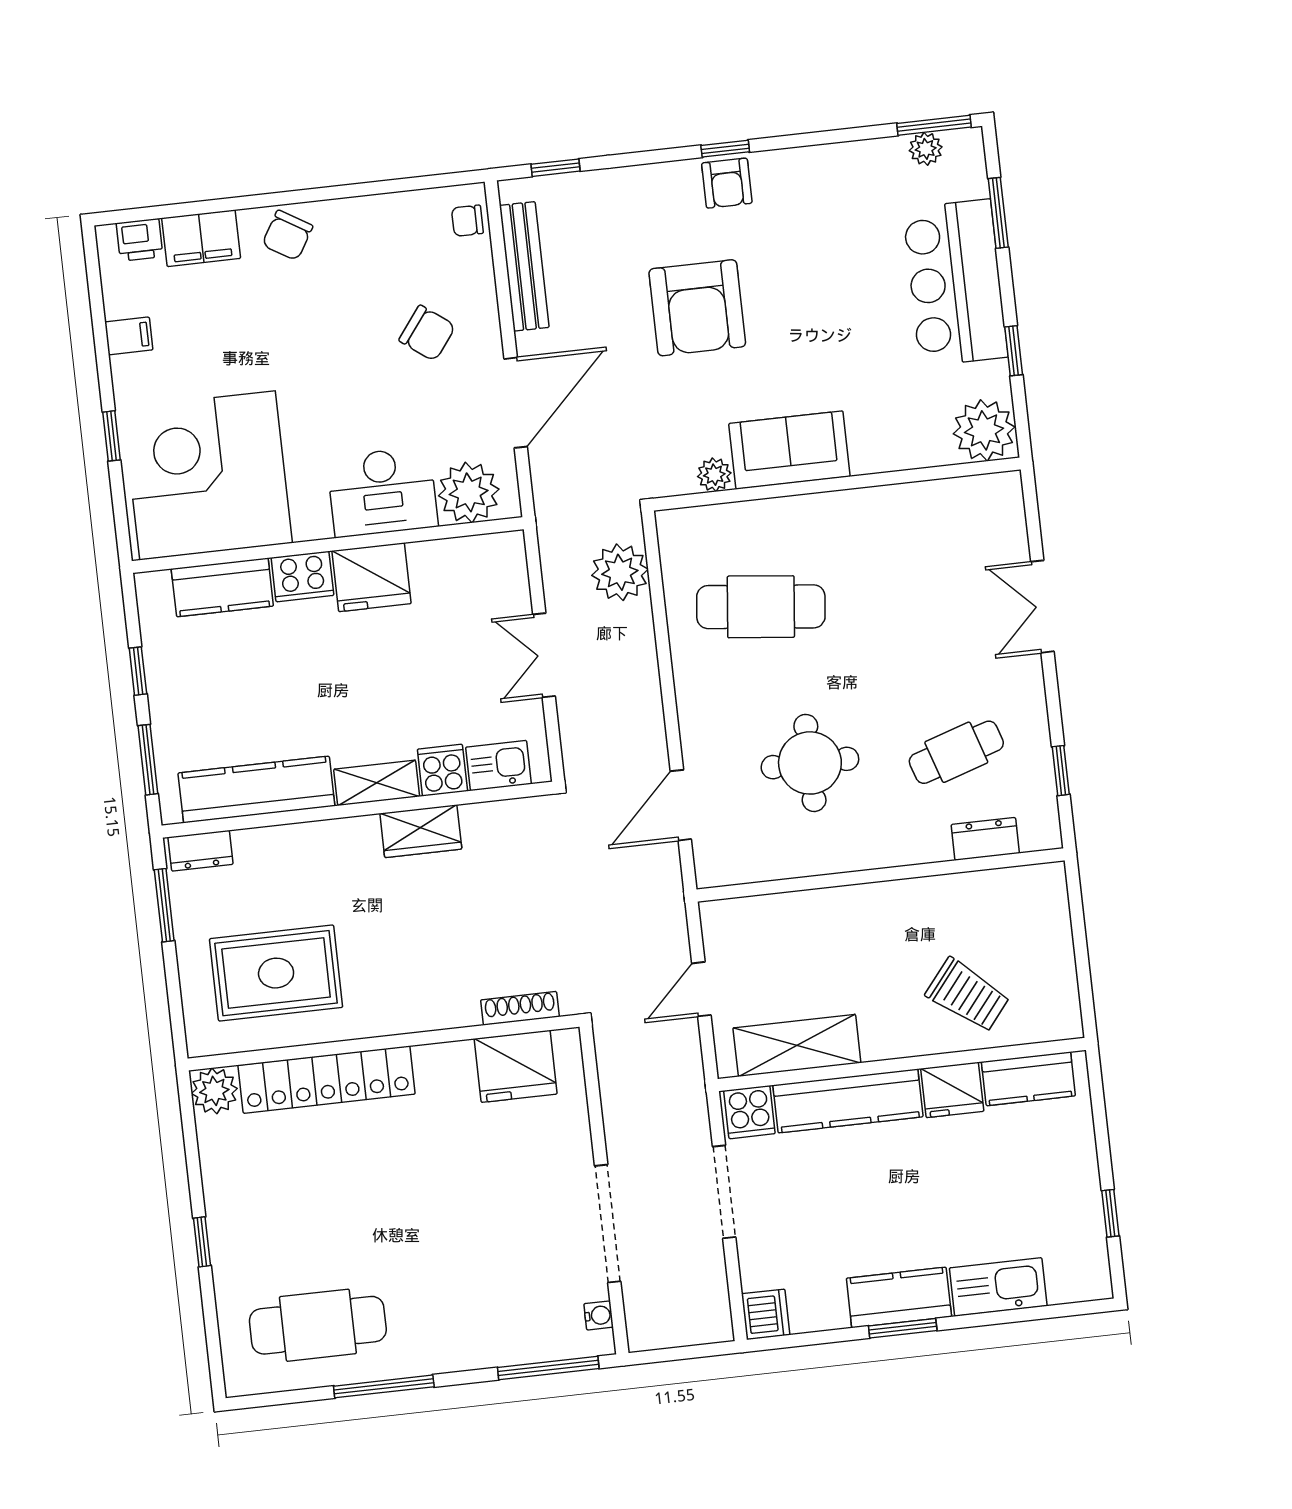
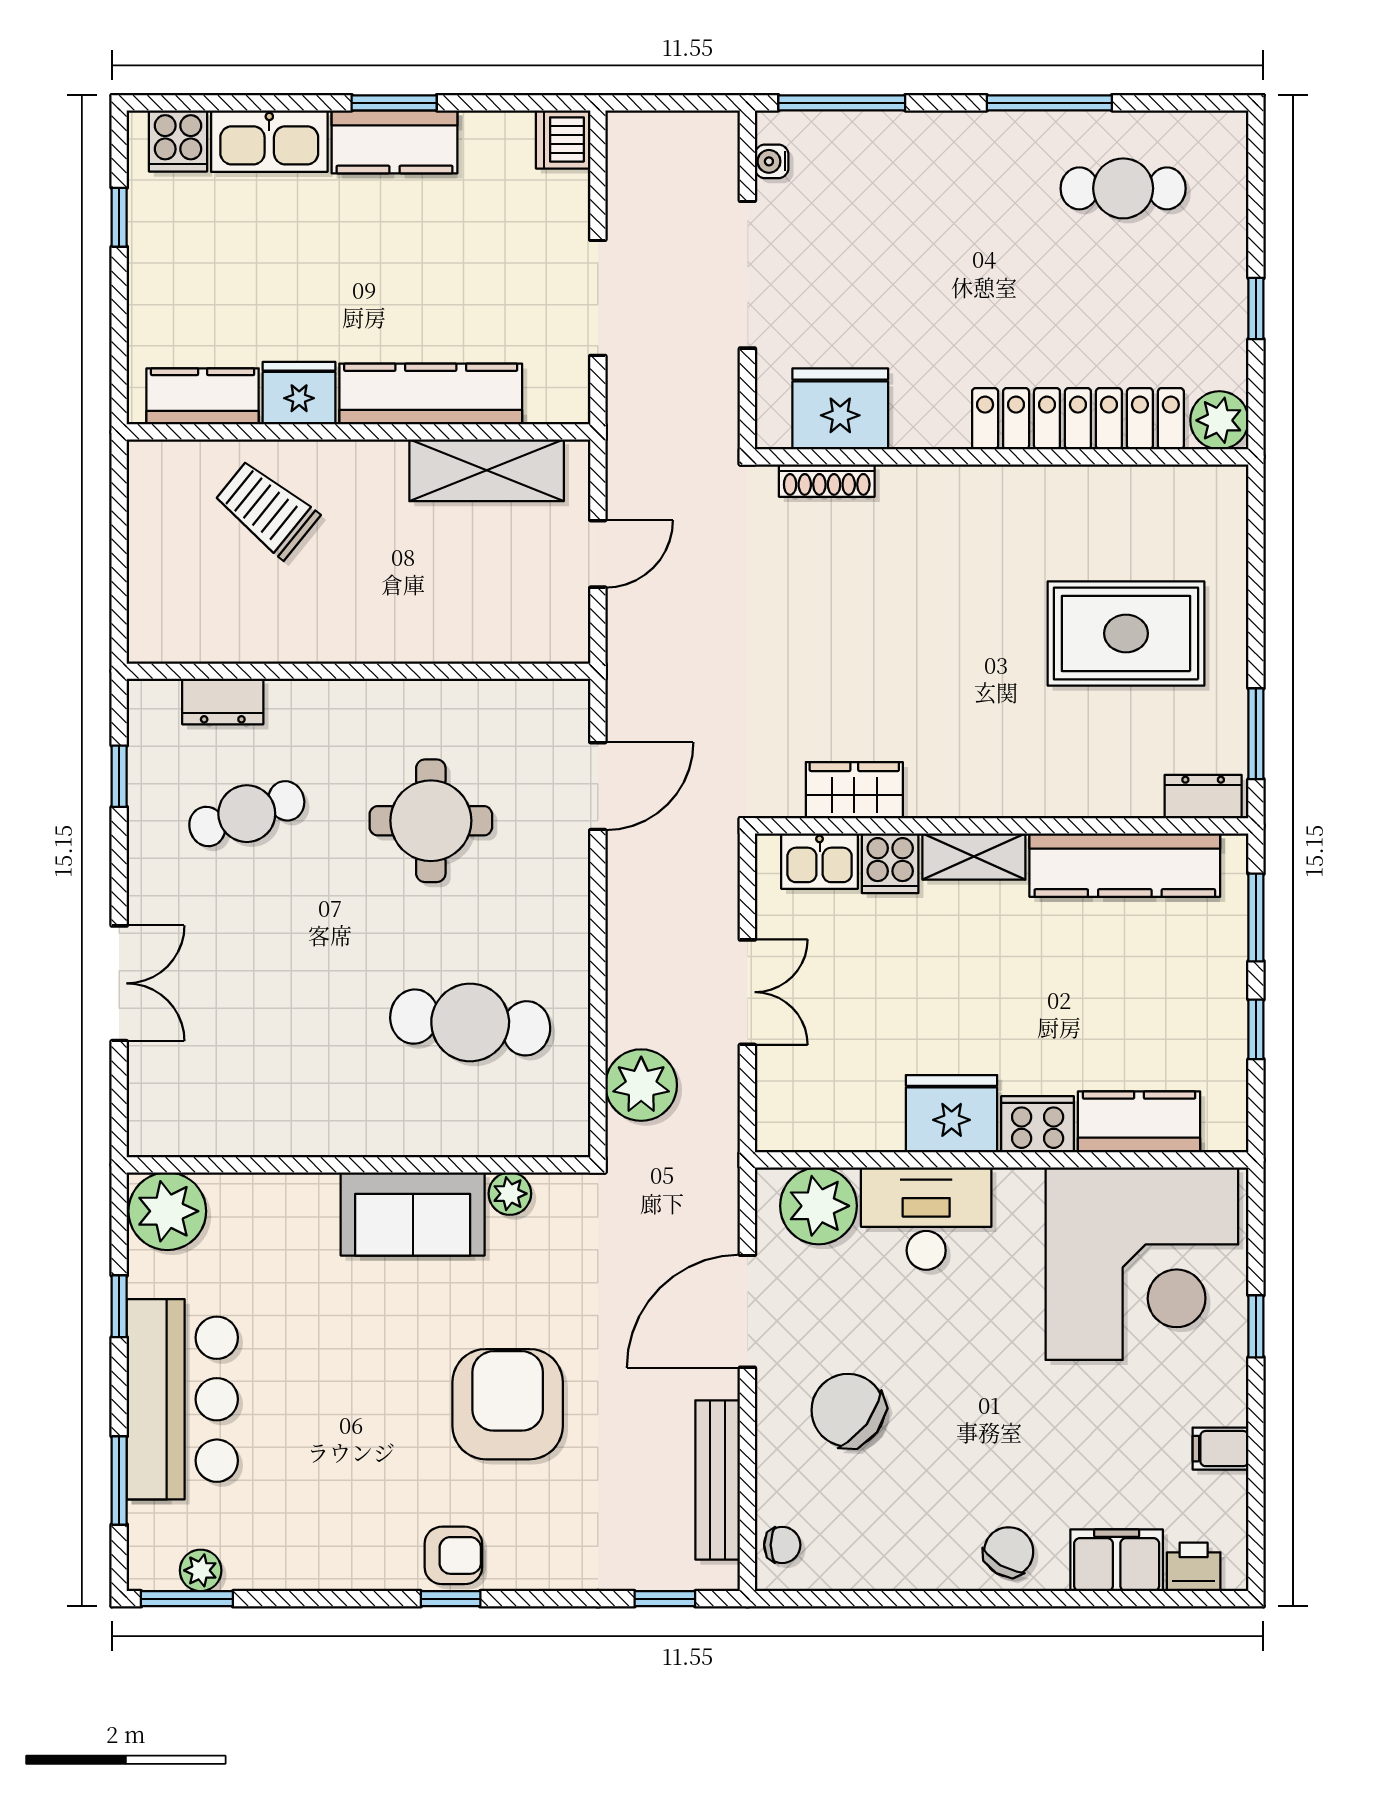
armchair: (727, 183) -> (453, 1555), turned 90
chair: (427, 333) -> (848, 1410), width x1.37, depth x1.37
wardrobe: (421, 831) -> (854, 790), moved
shoe rack: (520, 1008) -> (827, 481), moved
wall: (384, 1043) -> (1002, 457), moved
fridge: (516, 1066) -> (840, 409), moved
locker: (327, 1080) -> (1078, 419), moved
plant: (214, 1091) -> (1219, 420), moved
cooker: (749, 1112) -> (178, 141), moved, turned 180
cafe table: (318, 1325) -> (1123, 188), width x0.73, depth x0.74

